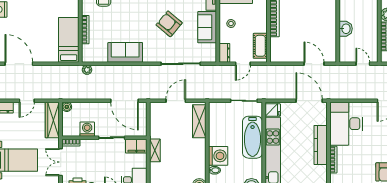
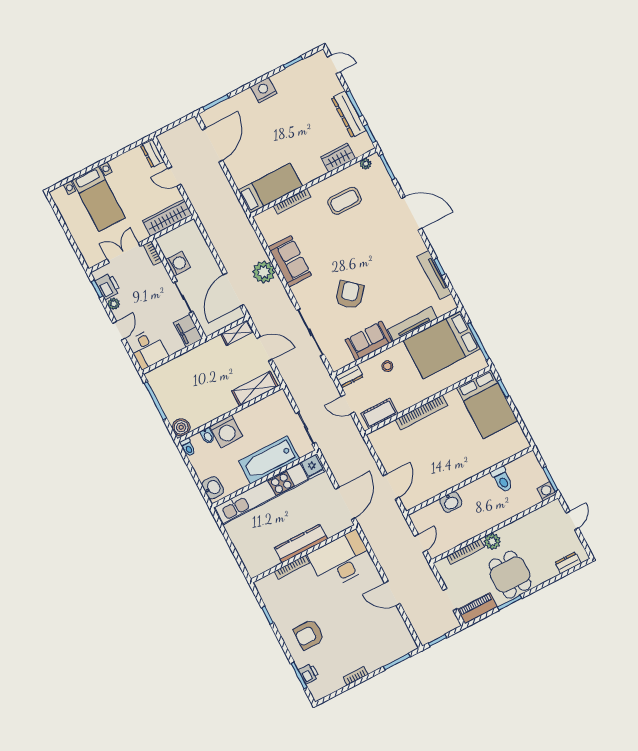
plant: (87, 70) -> (264, 272), moved, width x1.87, depth x1.87
boiler: (67, 107) -> (191, 227), removed
shelving: (155, 150) -> (237, 333), moved

